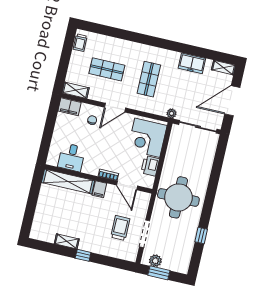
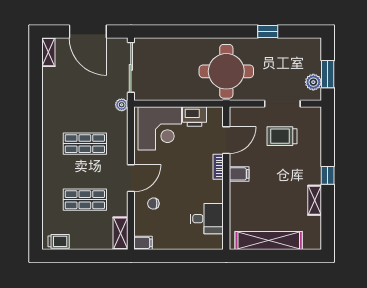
freezer: (192, 63) -> (52, 94), removed
shop shelf: (107, 69) -> (85, 200), turned 90
filing cabinet: (70, 107) -> (143, 243), width x0.50
door: (115, 108) -> (131, 178), hinge flipped
shelving: (68, 182) -> (269, 240), moved, turned 90

